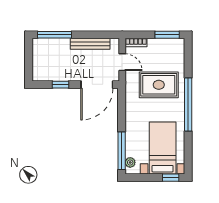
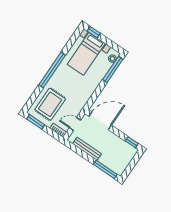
door: (122, 62) -> (75, 124), hinge flipped
window: (60, 85) -> (132, 142), moved
rug: (159, 85) -> (50, 104), moved, turned 90

